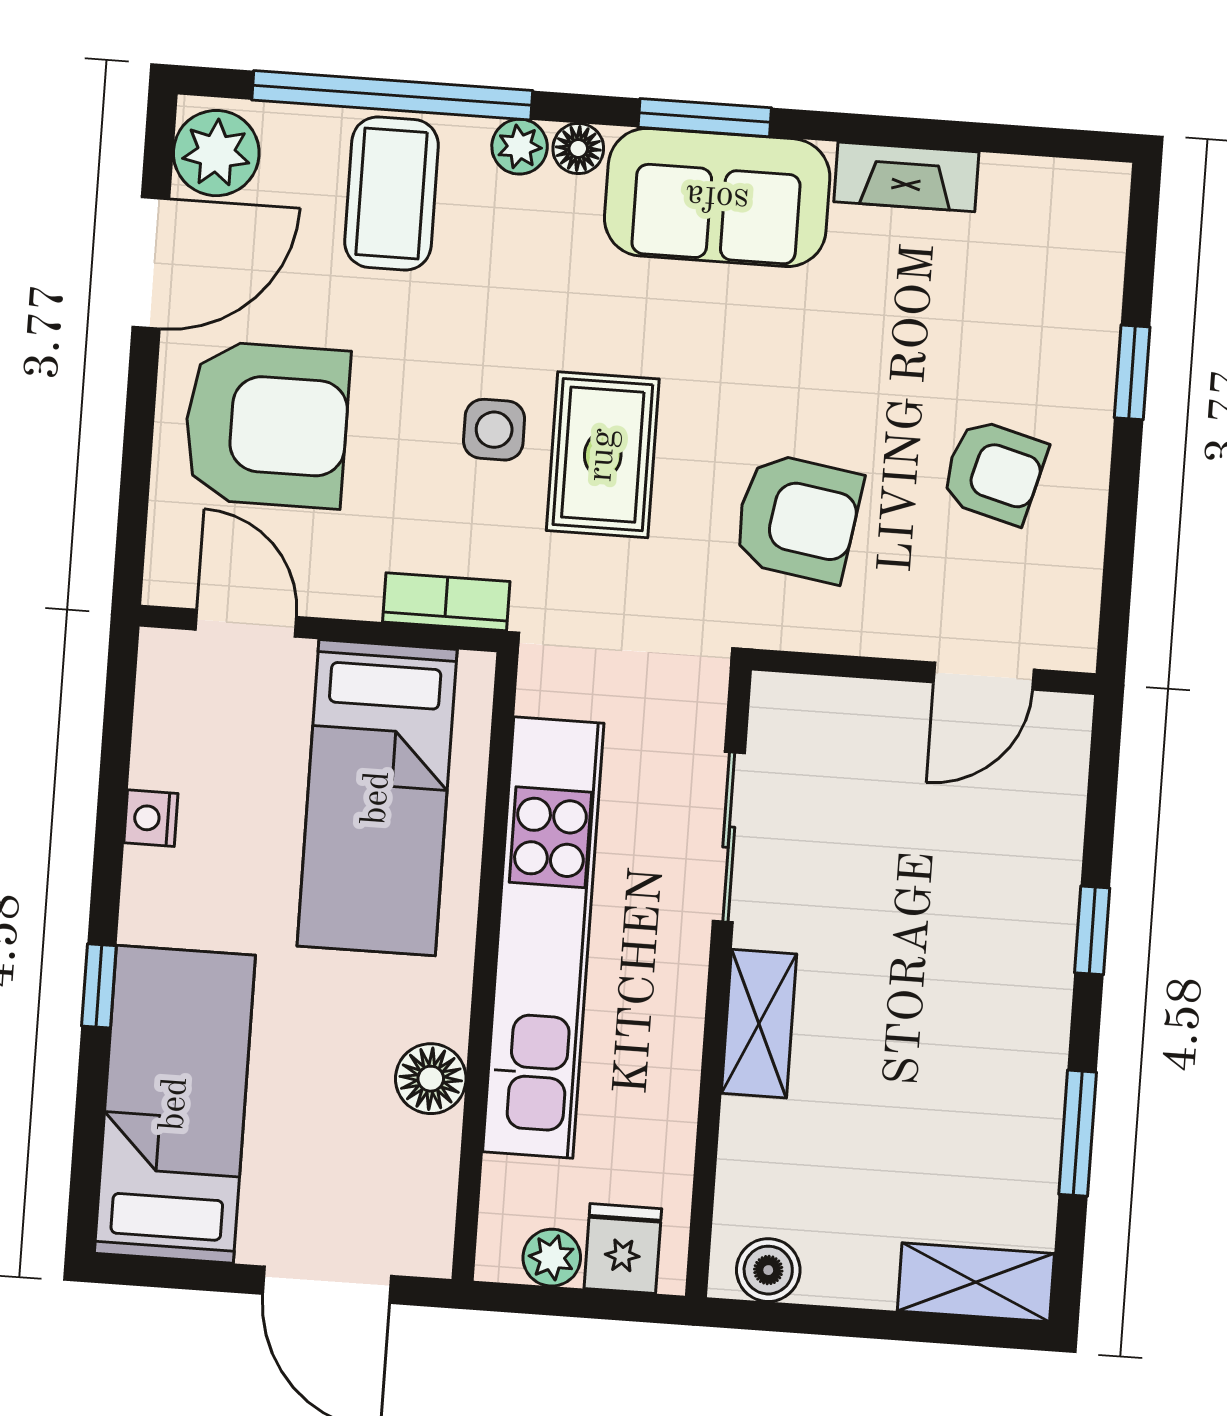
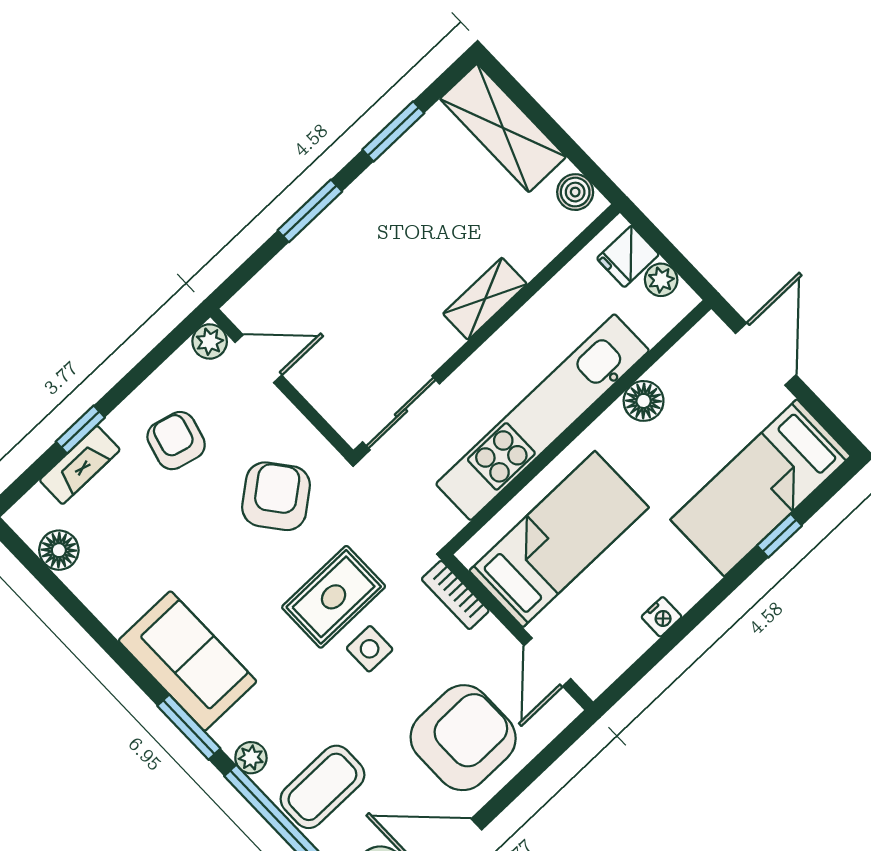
window: (705, 118) -> (189, 727), moved
floor lamp: (578, 149) -> (59, 550), moved, width x1.37, depth x1.37
fireplace: (906, 177) -> (80, 465), moved, turned 90
armchair: (266, 425) -> (463, 738), turned 90
armchair: (797, 518) -> (276, 496), turned 43
plant: (1068, 641) -> (210, 341), added
sliding door: (729, 837) -> (401, 413), moved
window: (1092, 930) -> (310, 211), width x1.50
window: (99, 986) -> (780, 536), moved
shelving: (976, 1282) -> (503, 128), width x1.50, depth x1.33

